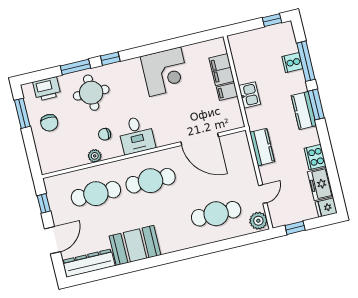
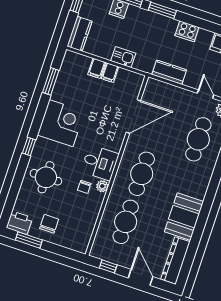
window: (75, 67) -> (51, 81), moved
filing cabinet: (222, 70) -> (97, 68), width x0.50
corner desk: (165, 72) -> (61, 123), moved
printer: (47, 89) -> (19, 223), moved, turned -90
kitchen counter: (304, 111) -> (79, 34), moved, turned -90
chair: (49, 123) -> (49, 224), turned -90
plant: (95, 156) -> (102, 186), moved
cooker: (315, 157) -> (187, 31), moved

